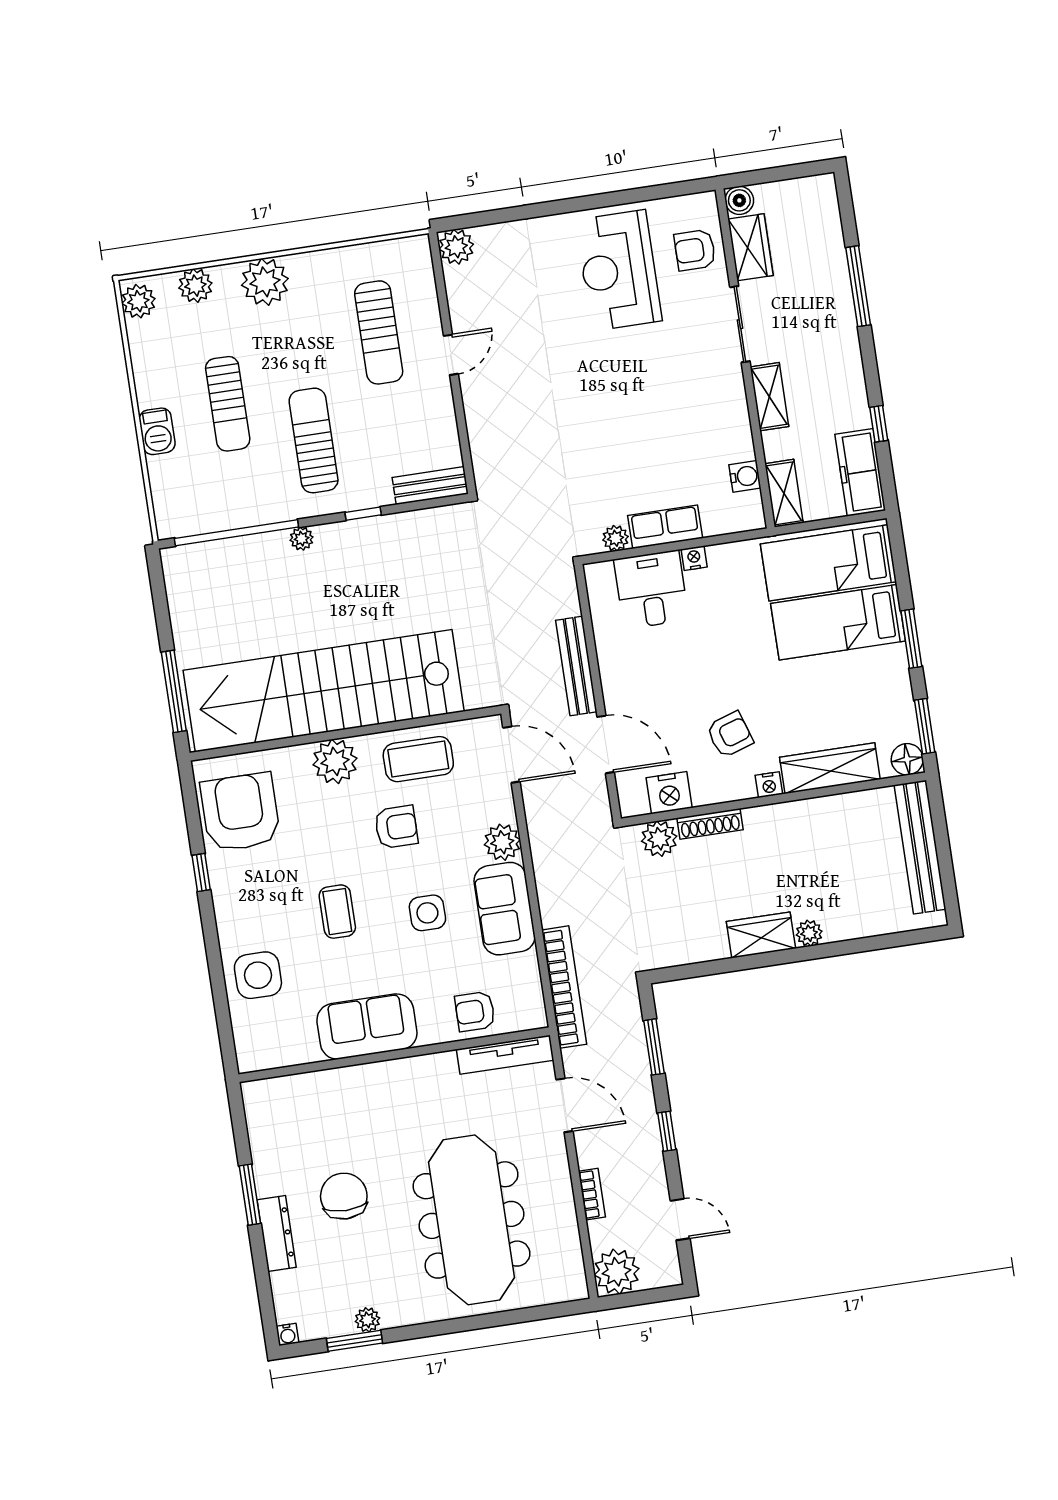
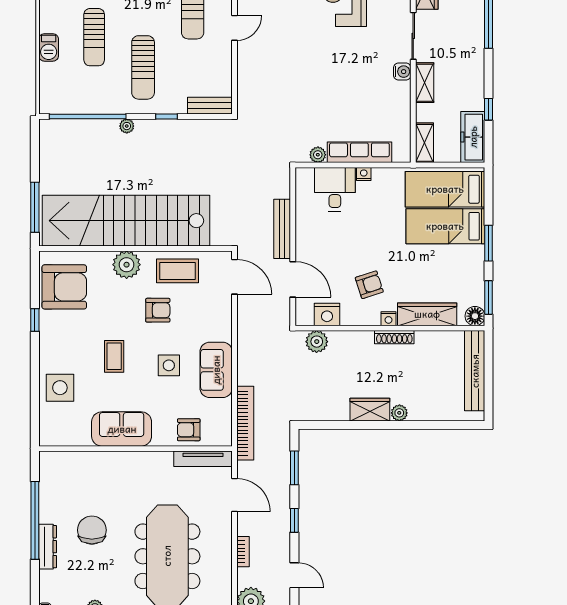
sun lounger: (314, 440) -> (143, 67), turned 180
water cooler: (745, 476) -> (402, 72), moved
row of seats: (665, 527) -> (359, 152), width x1.48
armchair: (240, 812) -> (64, 287), turned 90
shoe rack: (710, 824) -> (394, 337), moved
plant: (502, 842) -> (221, 329), removed
window: (250, 1195) -> (35, 520), width x2.11

